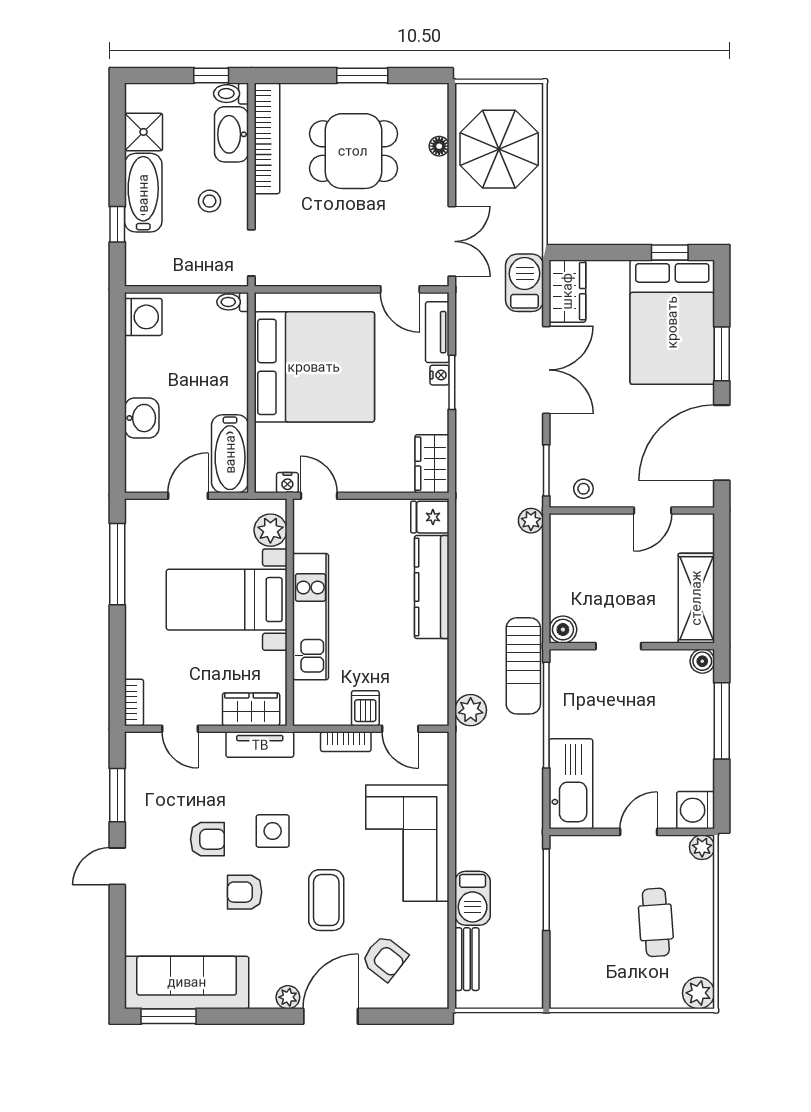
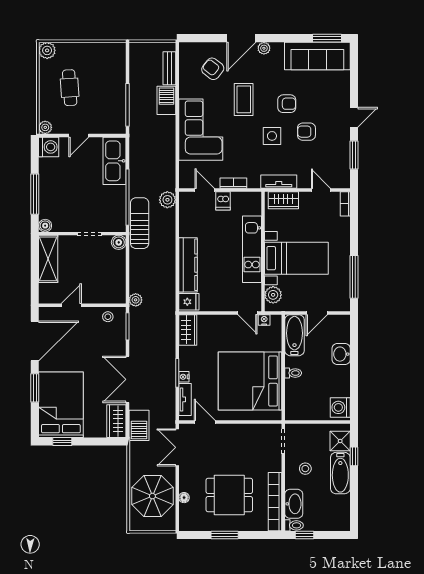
shower: (143, 132) -> (340, 441), moved
toilet: (233, 302) -> (293, 373), moved

